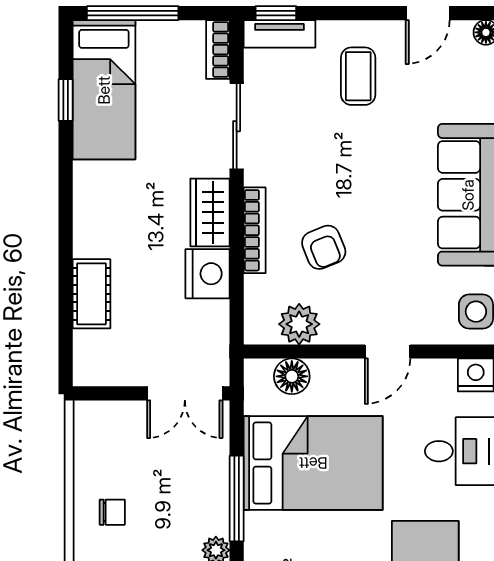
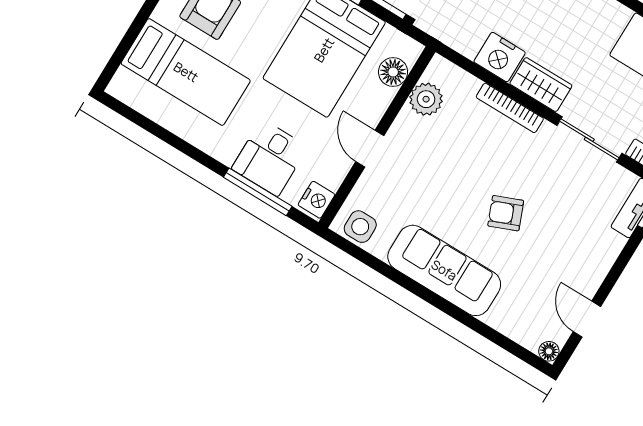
coffee table: (358, 76) -> (573, 244), removed
armchair: (324, 247) -> (506, 213), moved

